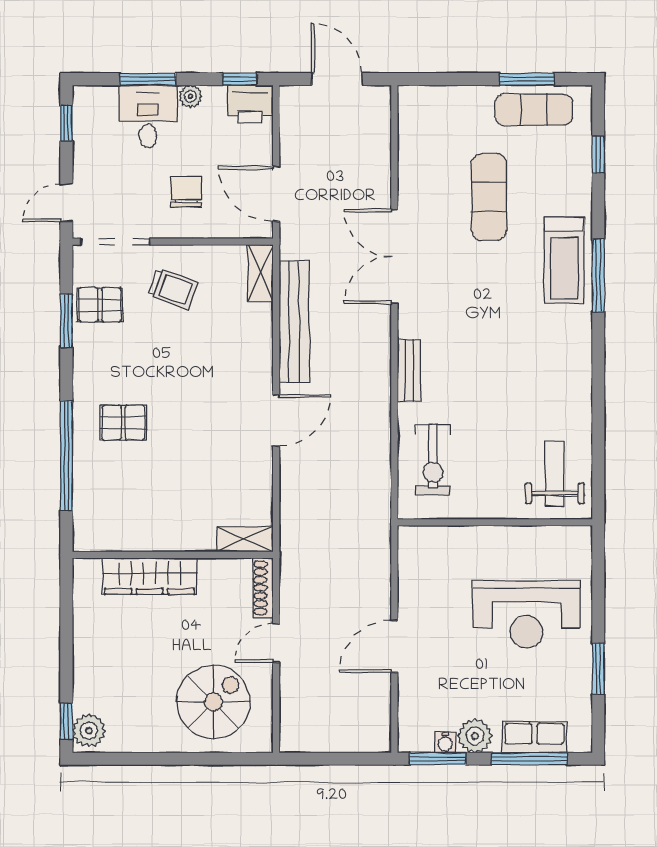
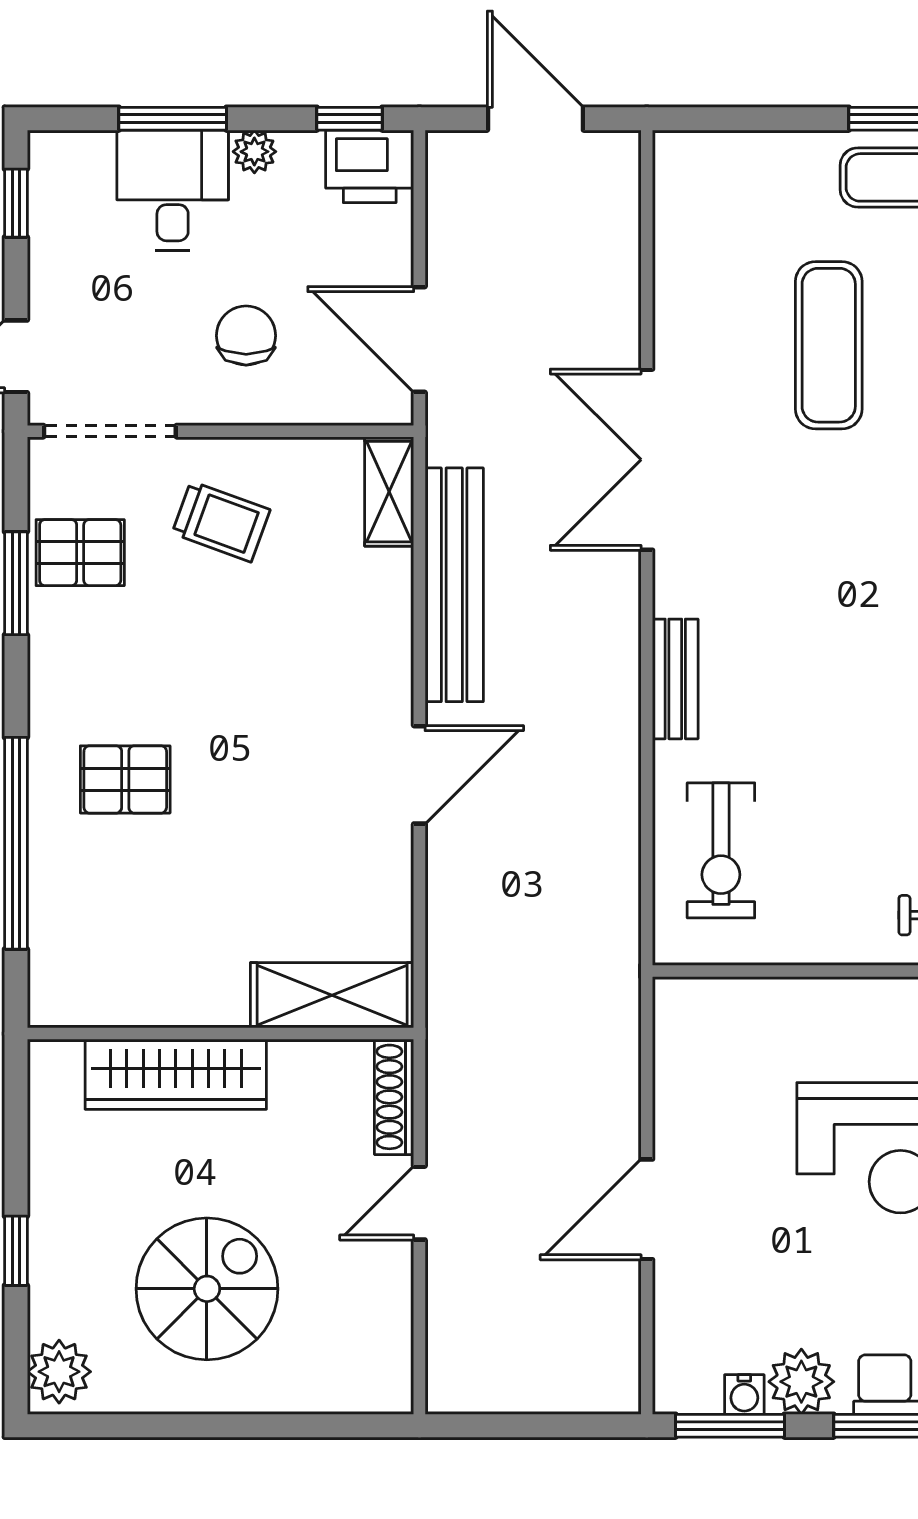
shelving: (245, 539) -> (332, 995), width x1.50, depth x1.33
spiral stairs: (213, 702) -> (207, 1289), moved
window: (66, 721) -> (16, 1251), moved

